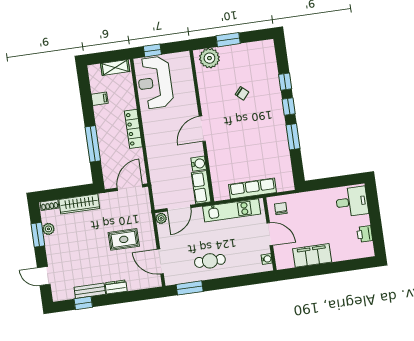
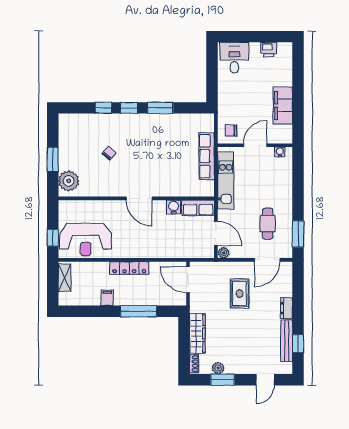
filing cabinet: (100, 99) -> (107, 298), moved
cafe table: (210, 261) -> (268, 224), moved
bench: (90, 291) -> (287, 341), width x1.36

